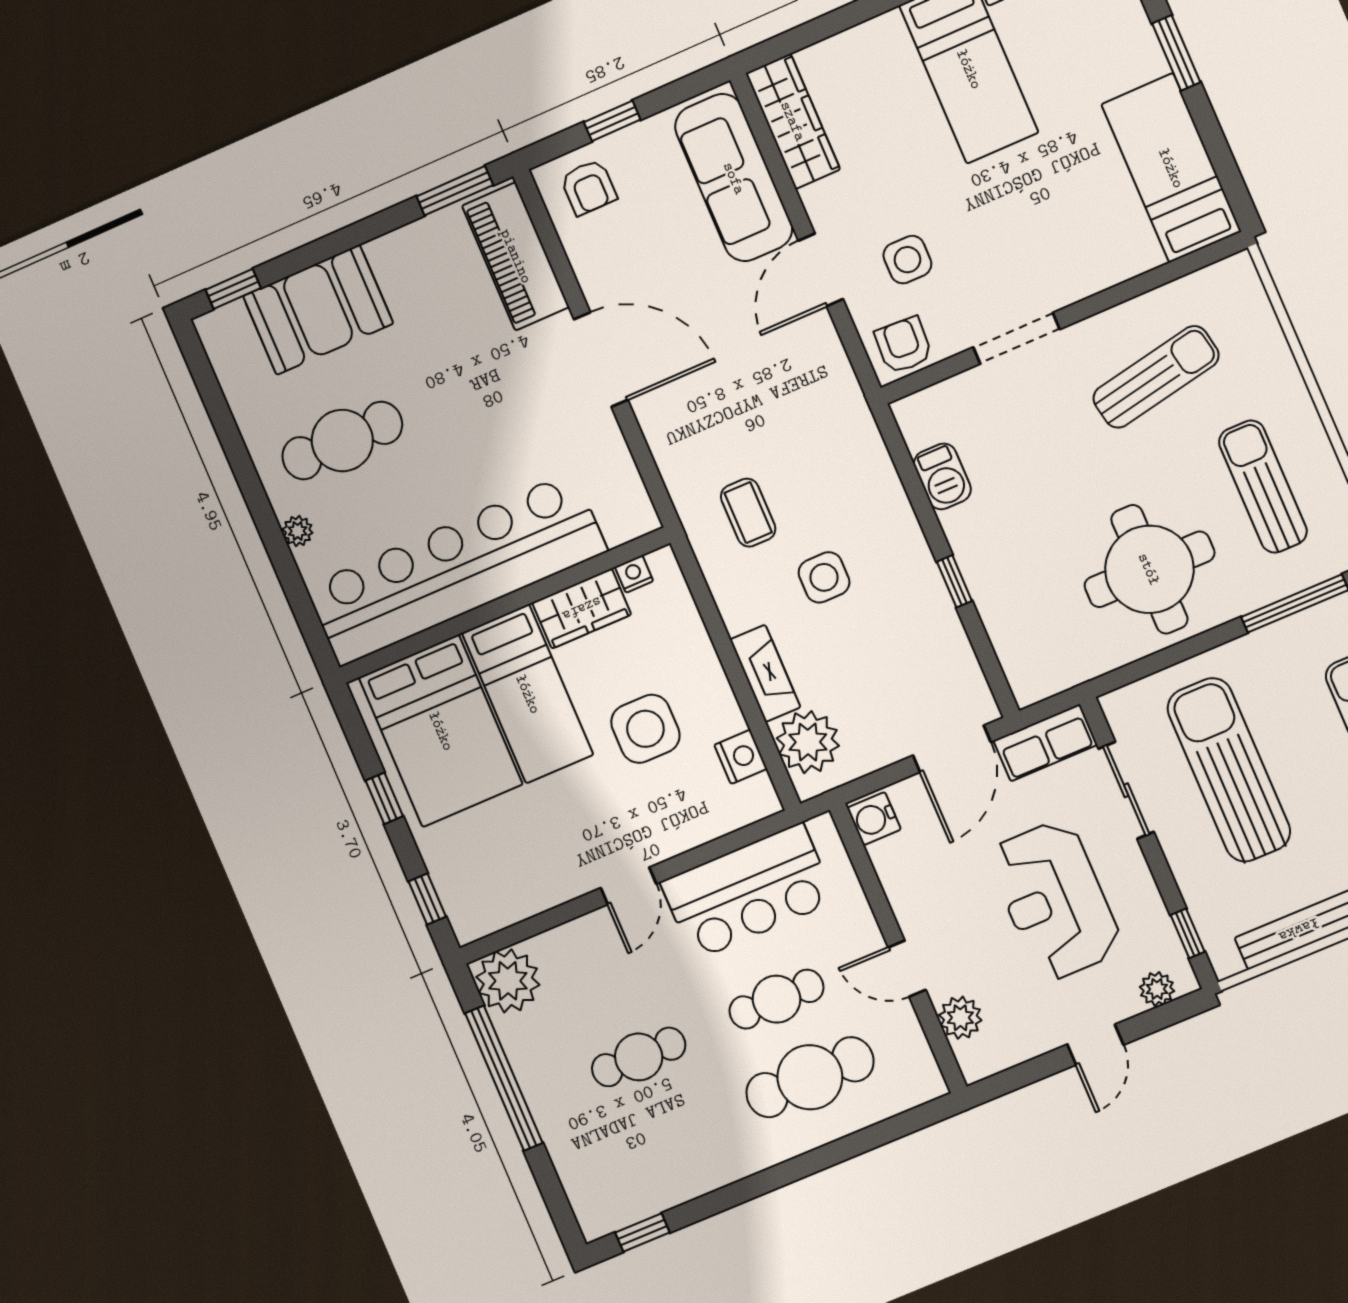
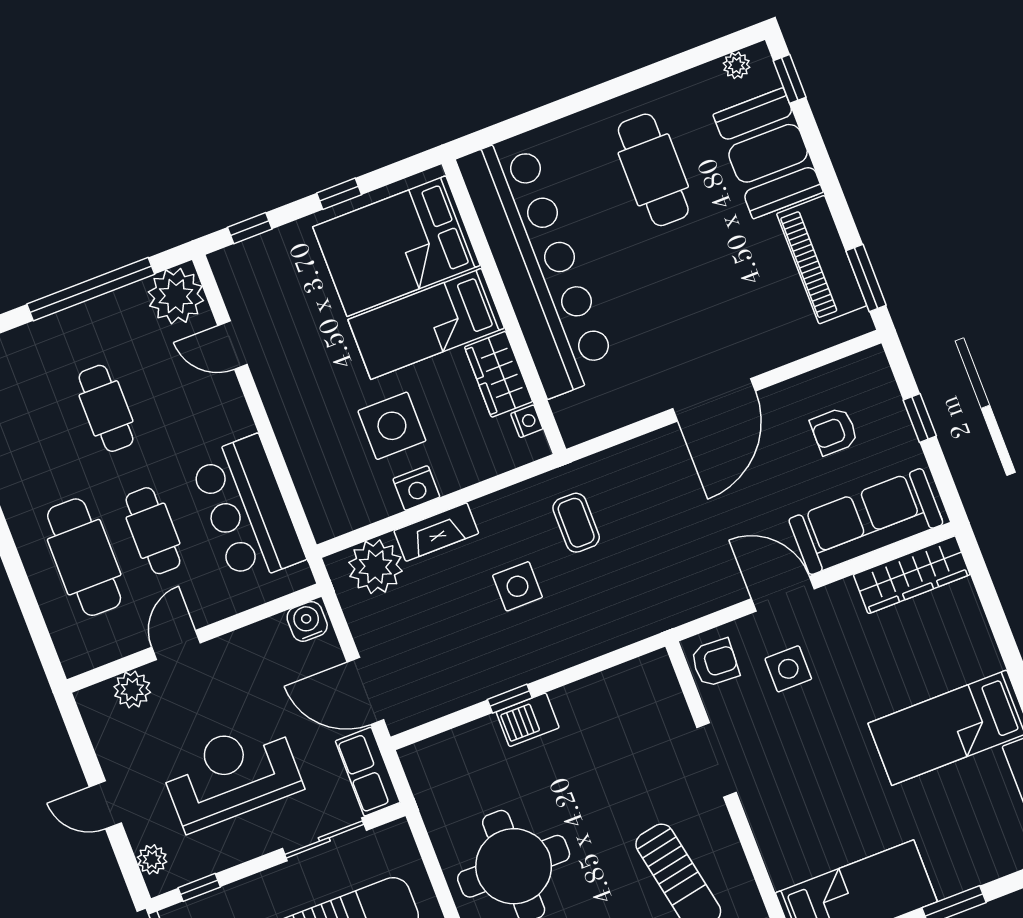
armchair: (589, 187) -> (834, 431), moved
piano: (516, 256) -> (822, 260), moved, turned -90
barbecue: (942, 476) -> (528, 720), moved
coffee table: (748, 513) -> (576, 523), turned 90
plant: (298, 531) -> (736, 65), moved
nightstand: (741, 757) -> (416, 488), moved
door: (628, 886) -> (233, 345), moved

